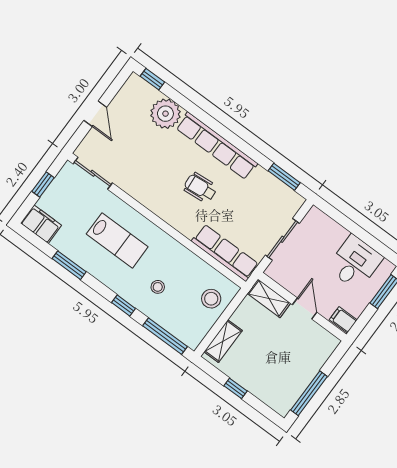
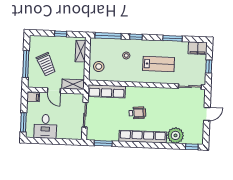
door: (95, 114) -> (207, 114), swing flipped
lab bench: (117, 240) -> (159, 64), turned 180
trolley: (289, 357) -> (46, 64), added
window: (309, 393) -> (26, 64), moved

